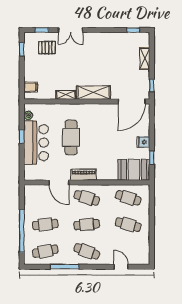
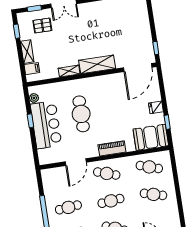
shelving: (145, 59) -> (27, 52), moved
piano: (84, 175) -> (112, 148), moved
door: (59, 182) -> (76, 162), hinge flipped

